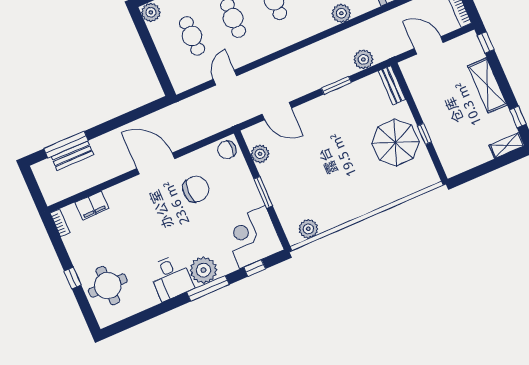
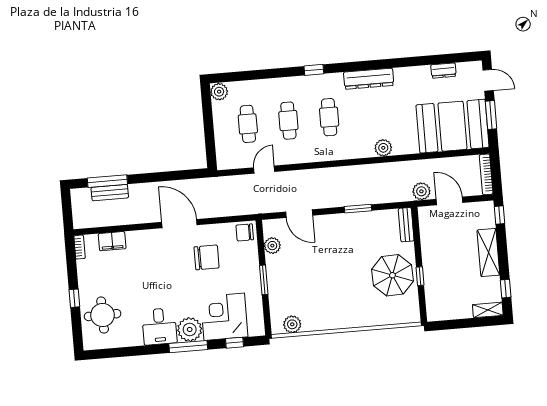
plant: (363, 59) -> (421, 191), moved
corner desk: (252, 237) -> (224, 317), moved

